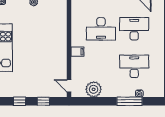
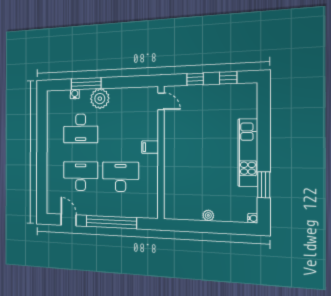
desk: (134, 29) -> (81, 176), turned 180
plant: (94, 89) -> (100, 99), moved

